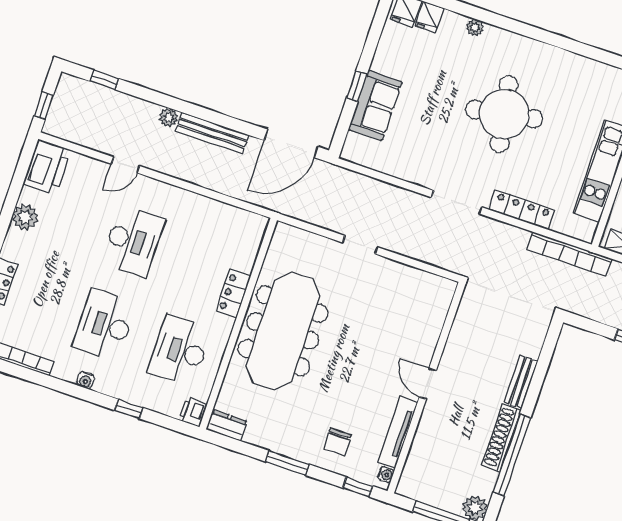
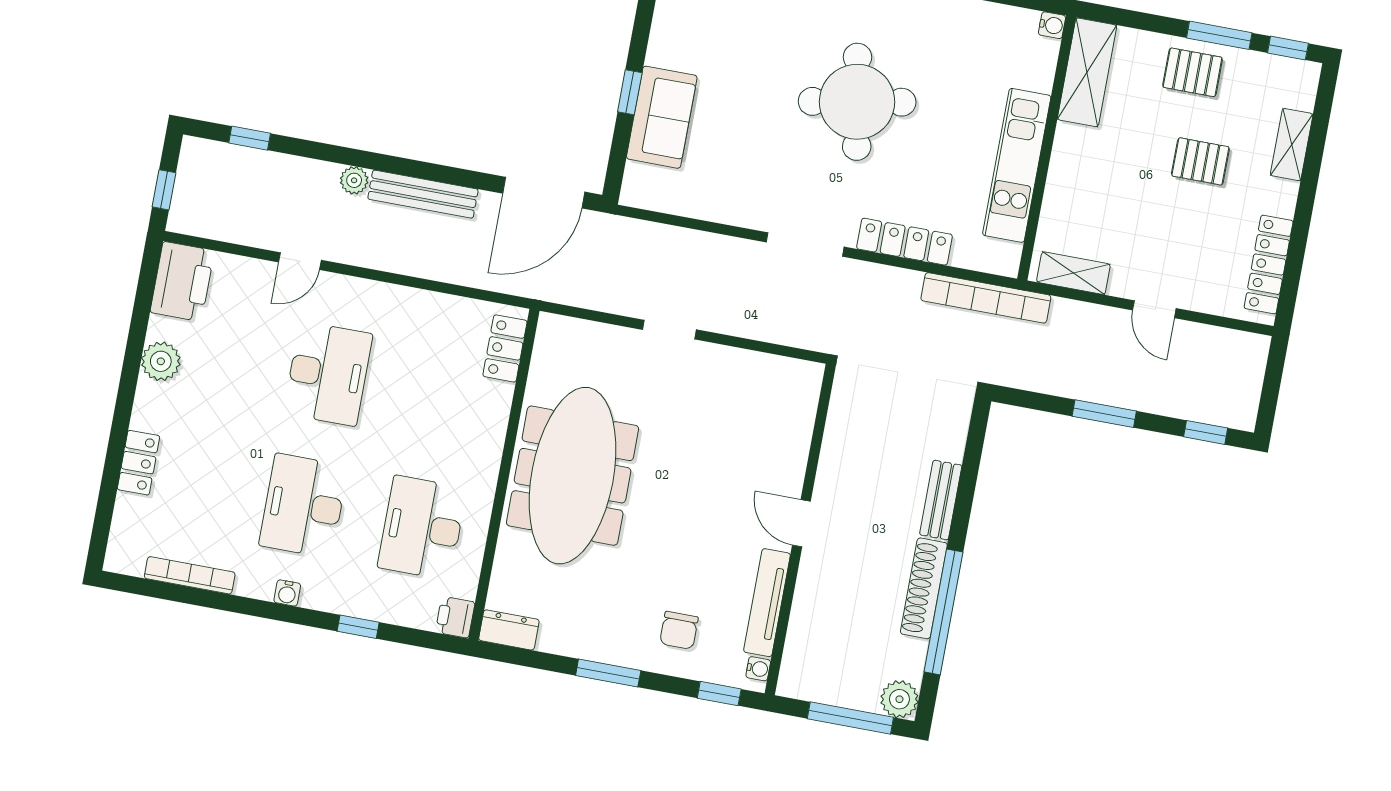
locker: (233, 293) -> (505, 348), moved

